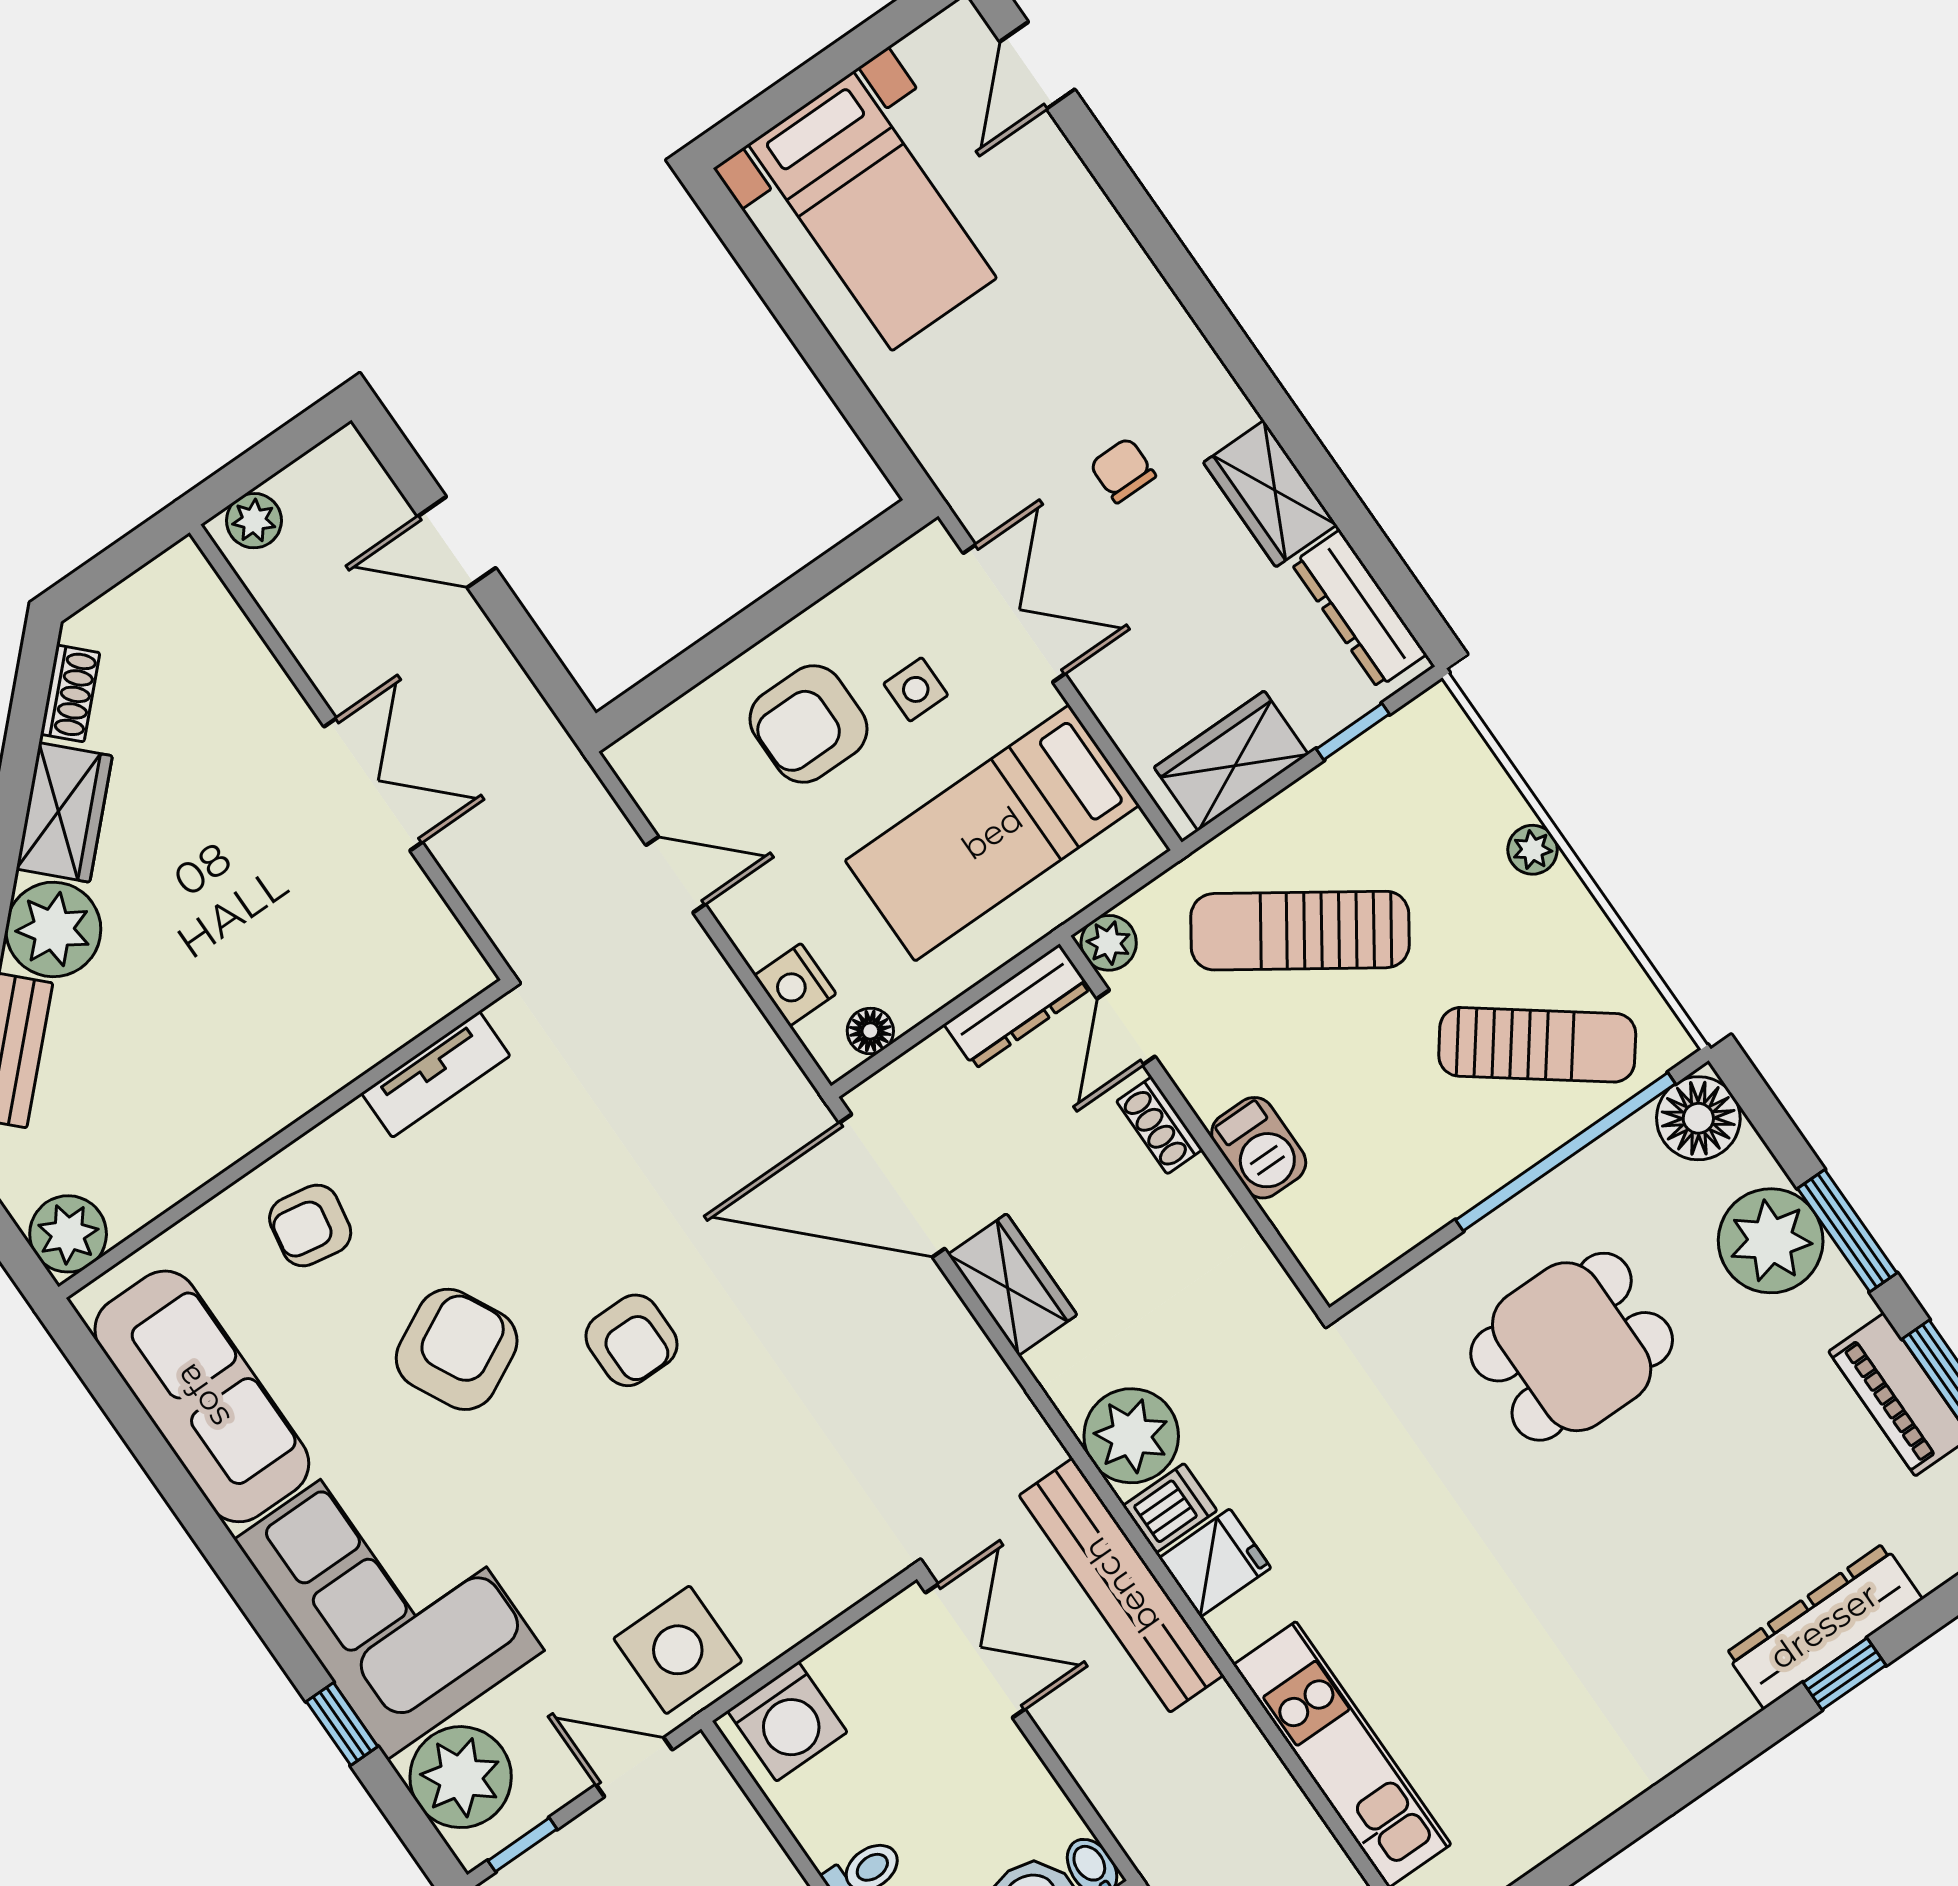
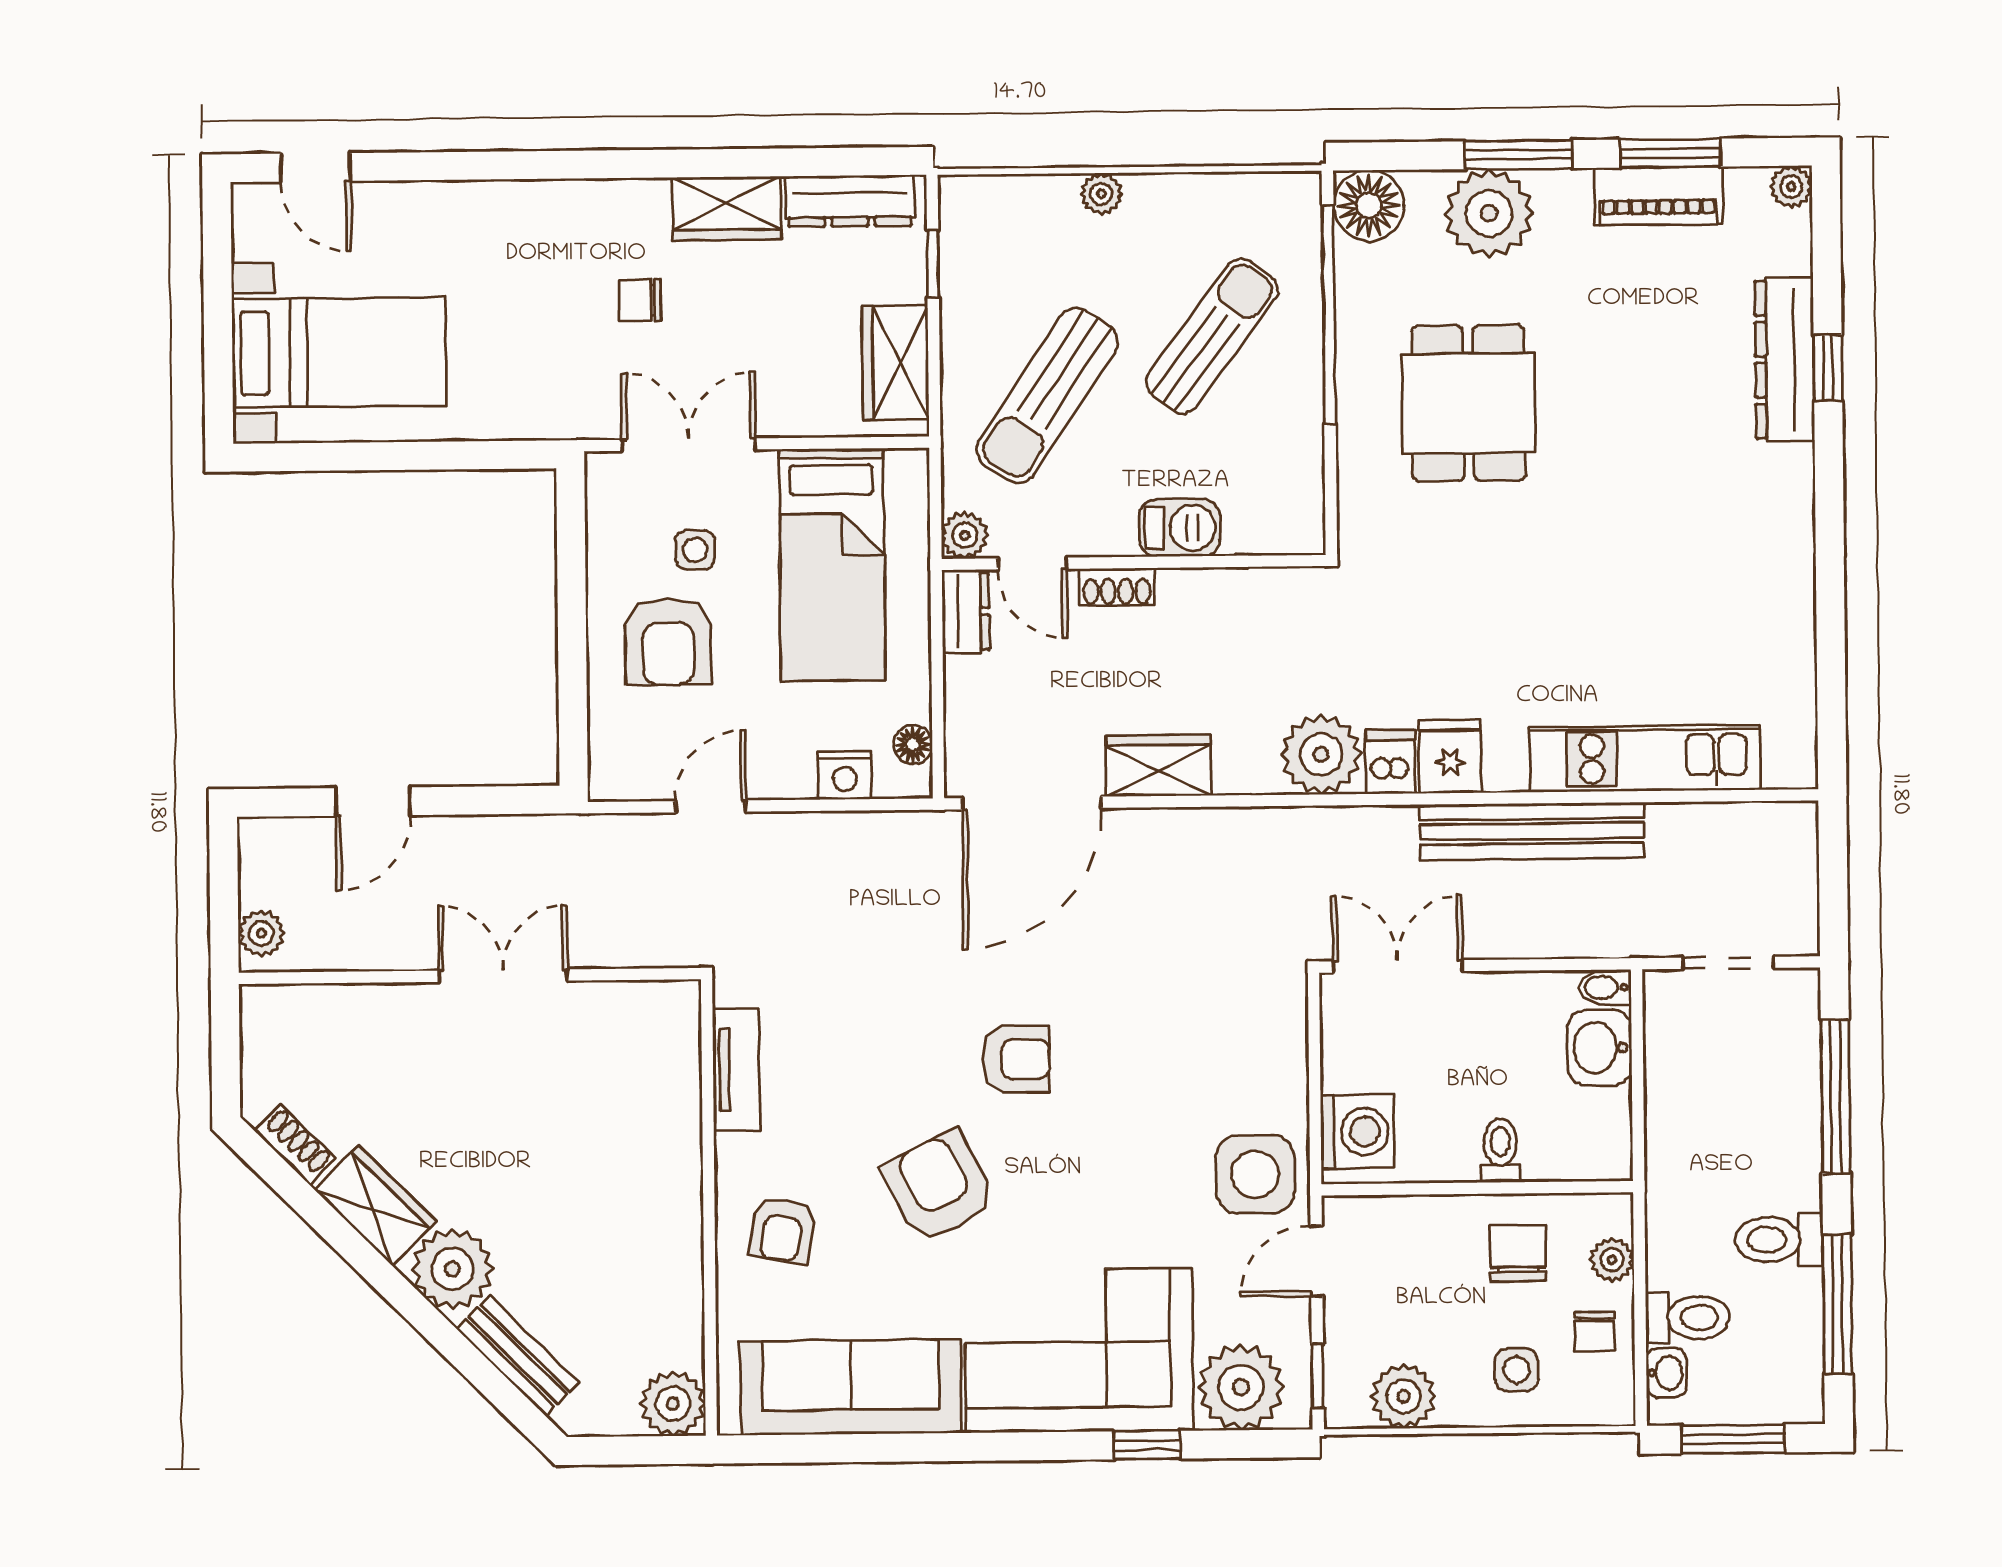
dresser: (1017, 1006) -> (966, 611), width x0.70
sun lounger: (1537, 1045) -> (1212, 336), moved
bench: (1121, 1585) -> (1532, 831), moved

